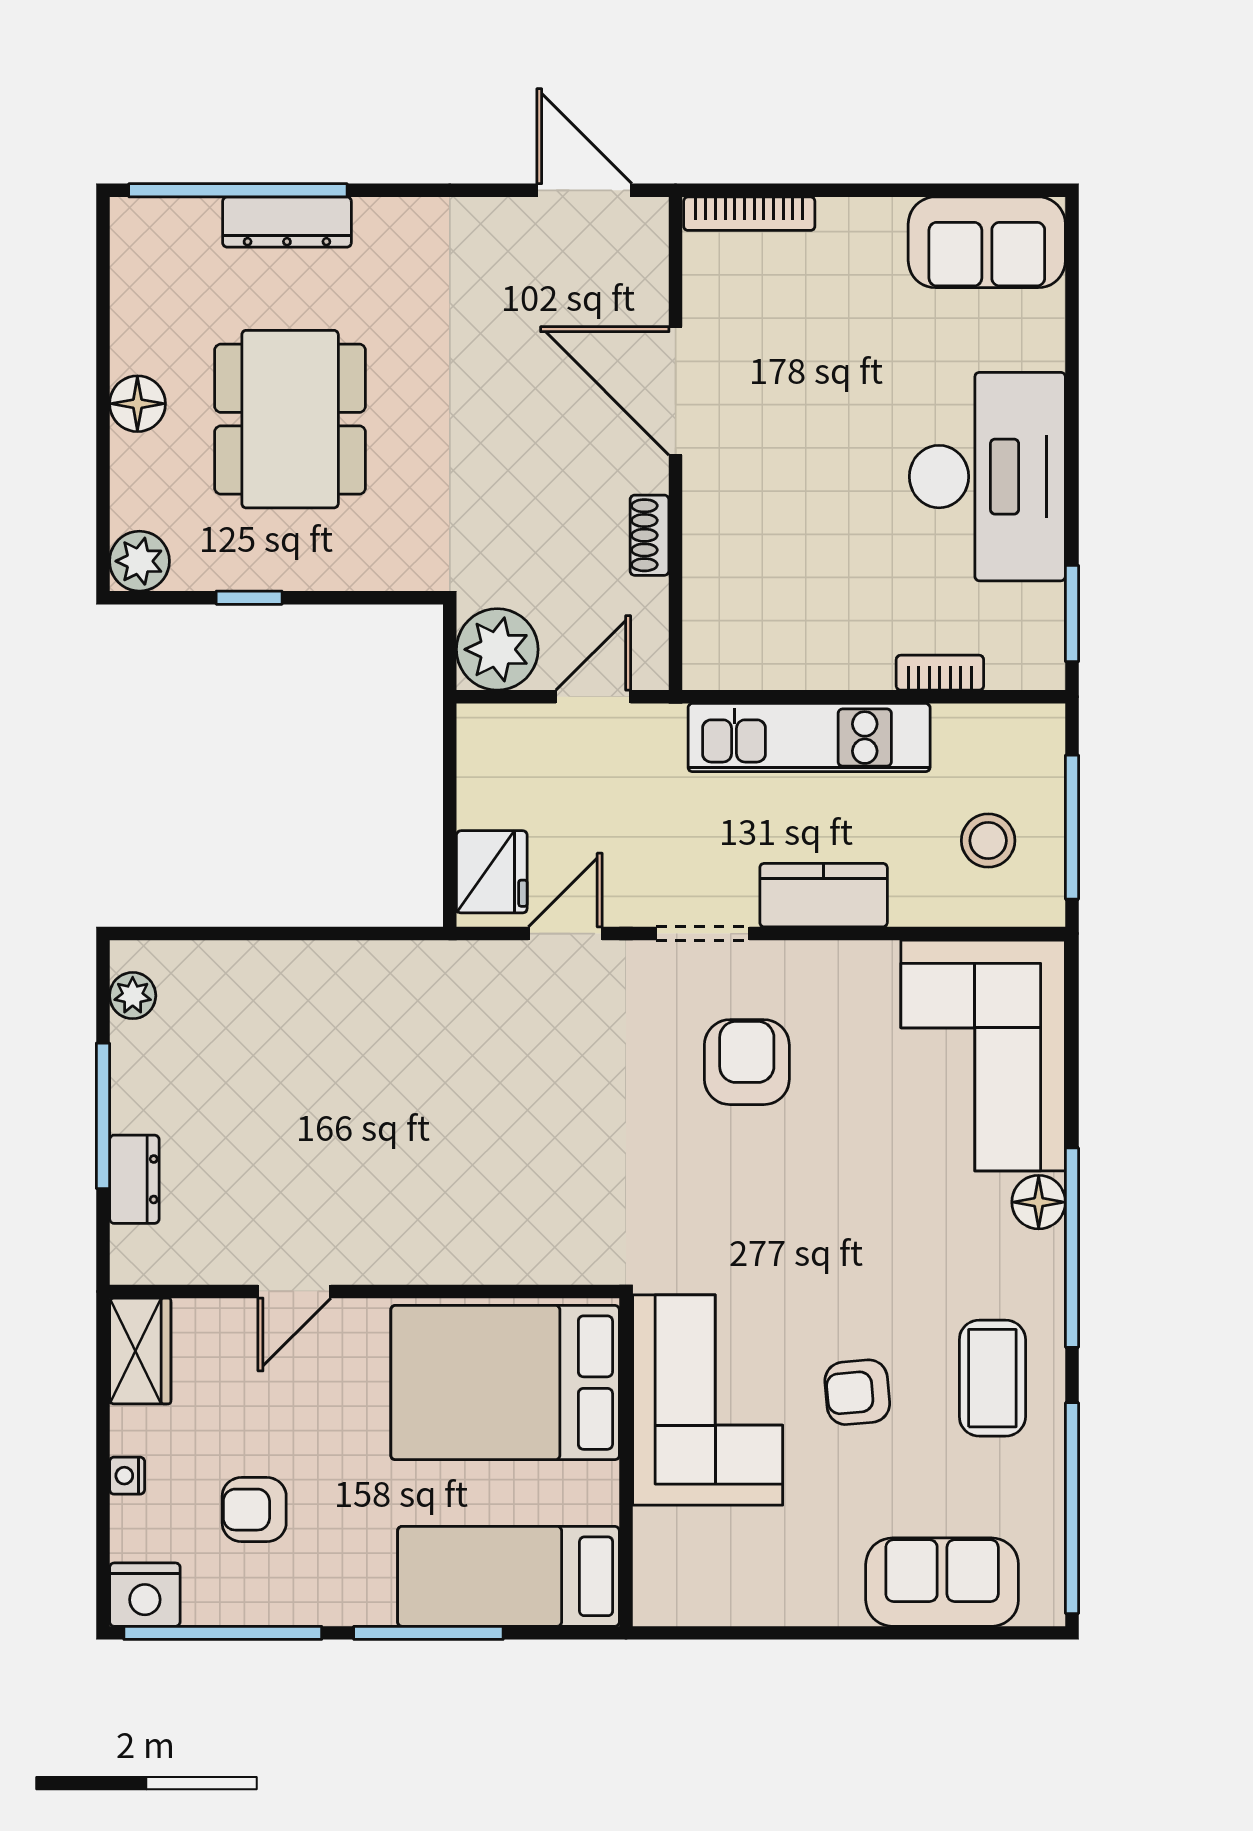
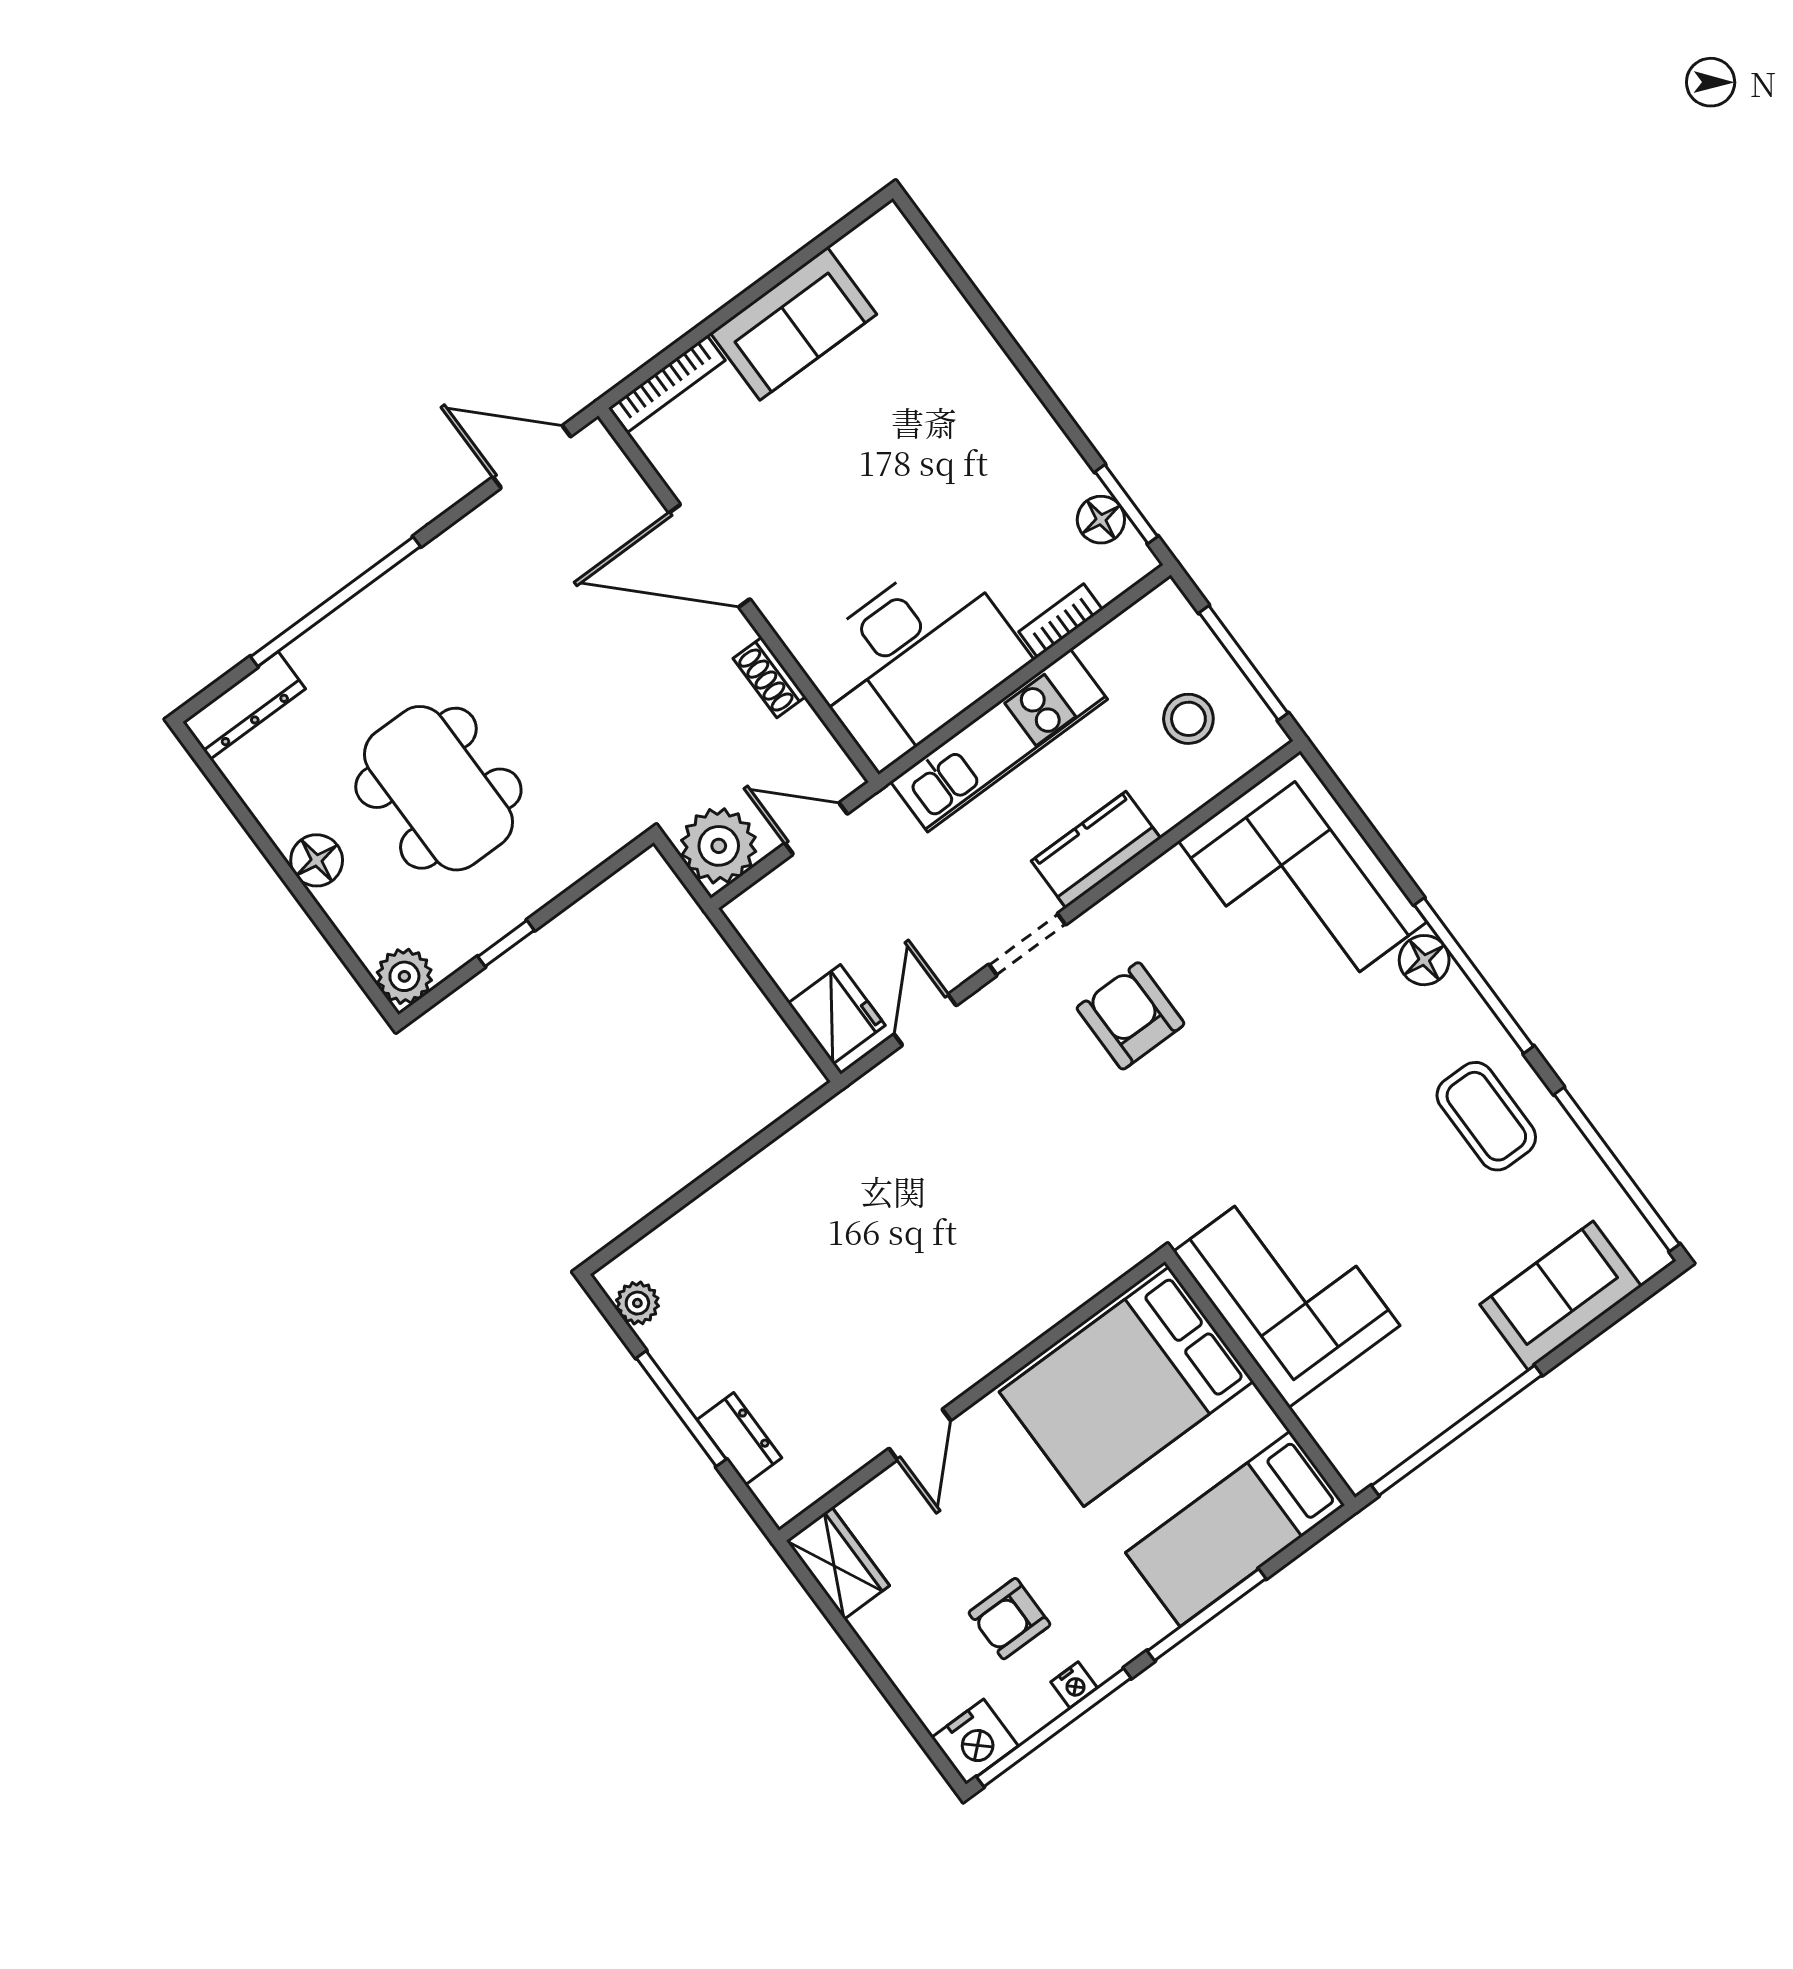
window: (238, 190) -> (335, 602), moved
dresser: (287, 222) -> (244, 705), moved
sofa: (987, 242) -> (793, 324), moved
desk: (987, 477) -> (914, 659), moved, turned 90
floor lamp: (1040, 611) -> (1101, 520), added
door: (593, 697) -> (816, 828), hinge flipped
armchair: (857, 1392) -> (1394, 1201), removed
nightstand: (127, 1476) -> (1074, 1685), moved, turned -90
window: (765, 1633) -> (1457, 1430), added

